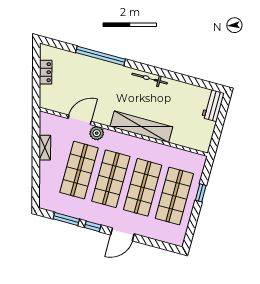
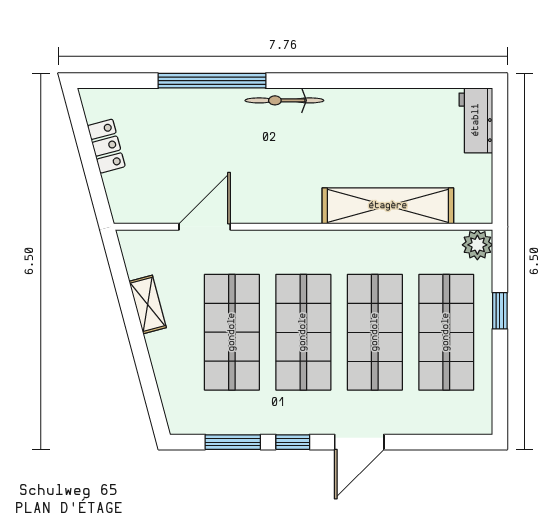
bicycle: (150, 79) -> (284, 100), moved
shelving: (141, 127) -> (388, 206), moved
plant: (97, 133) -> (477, 245), moved

